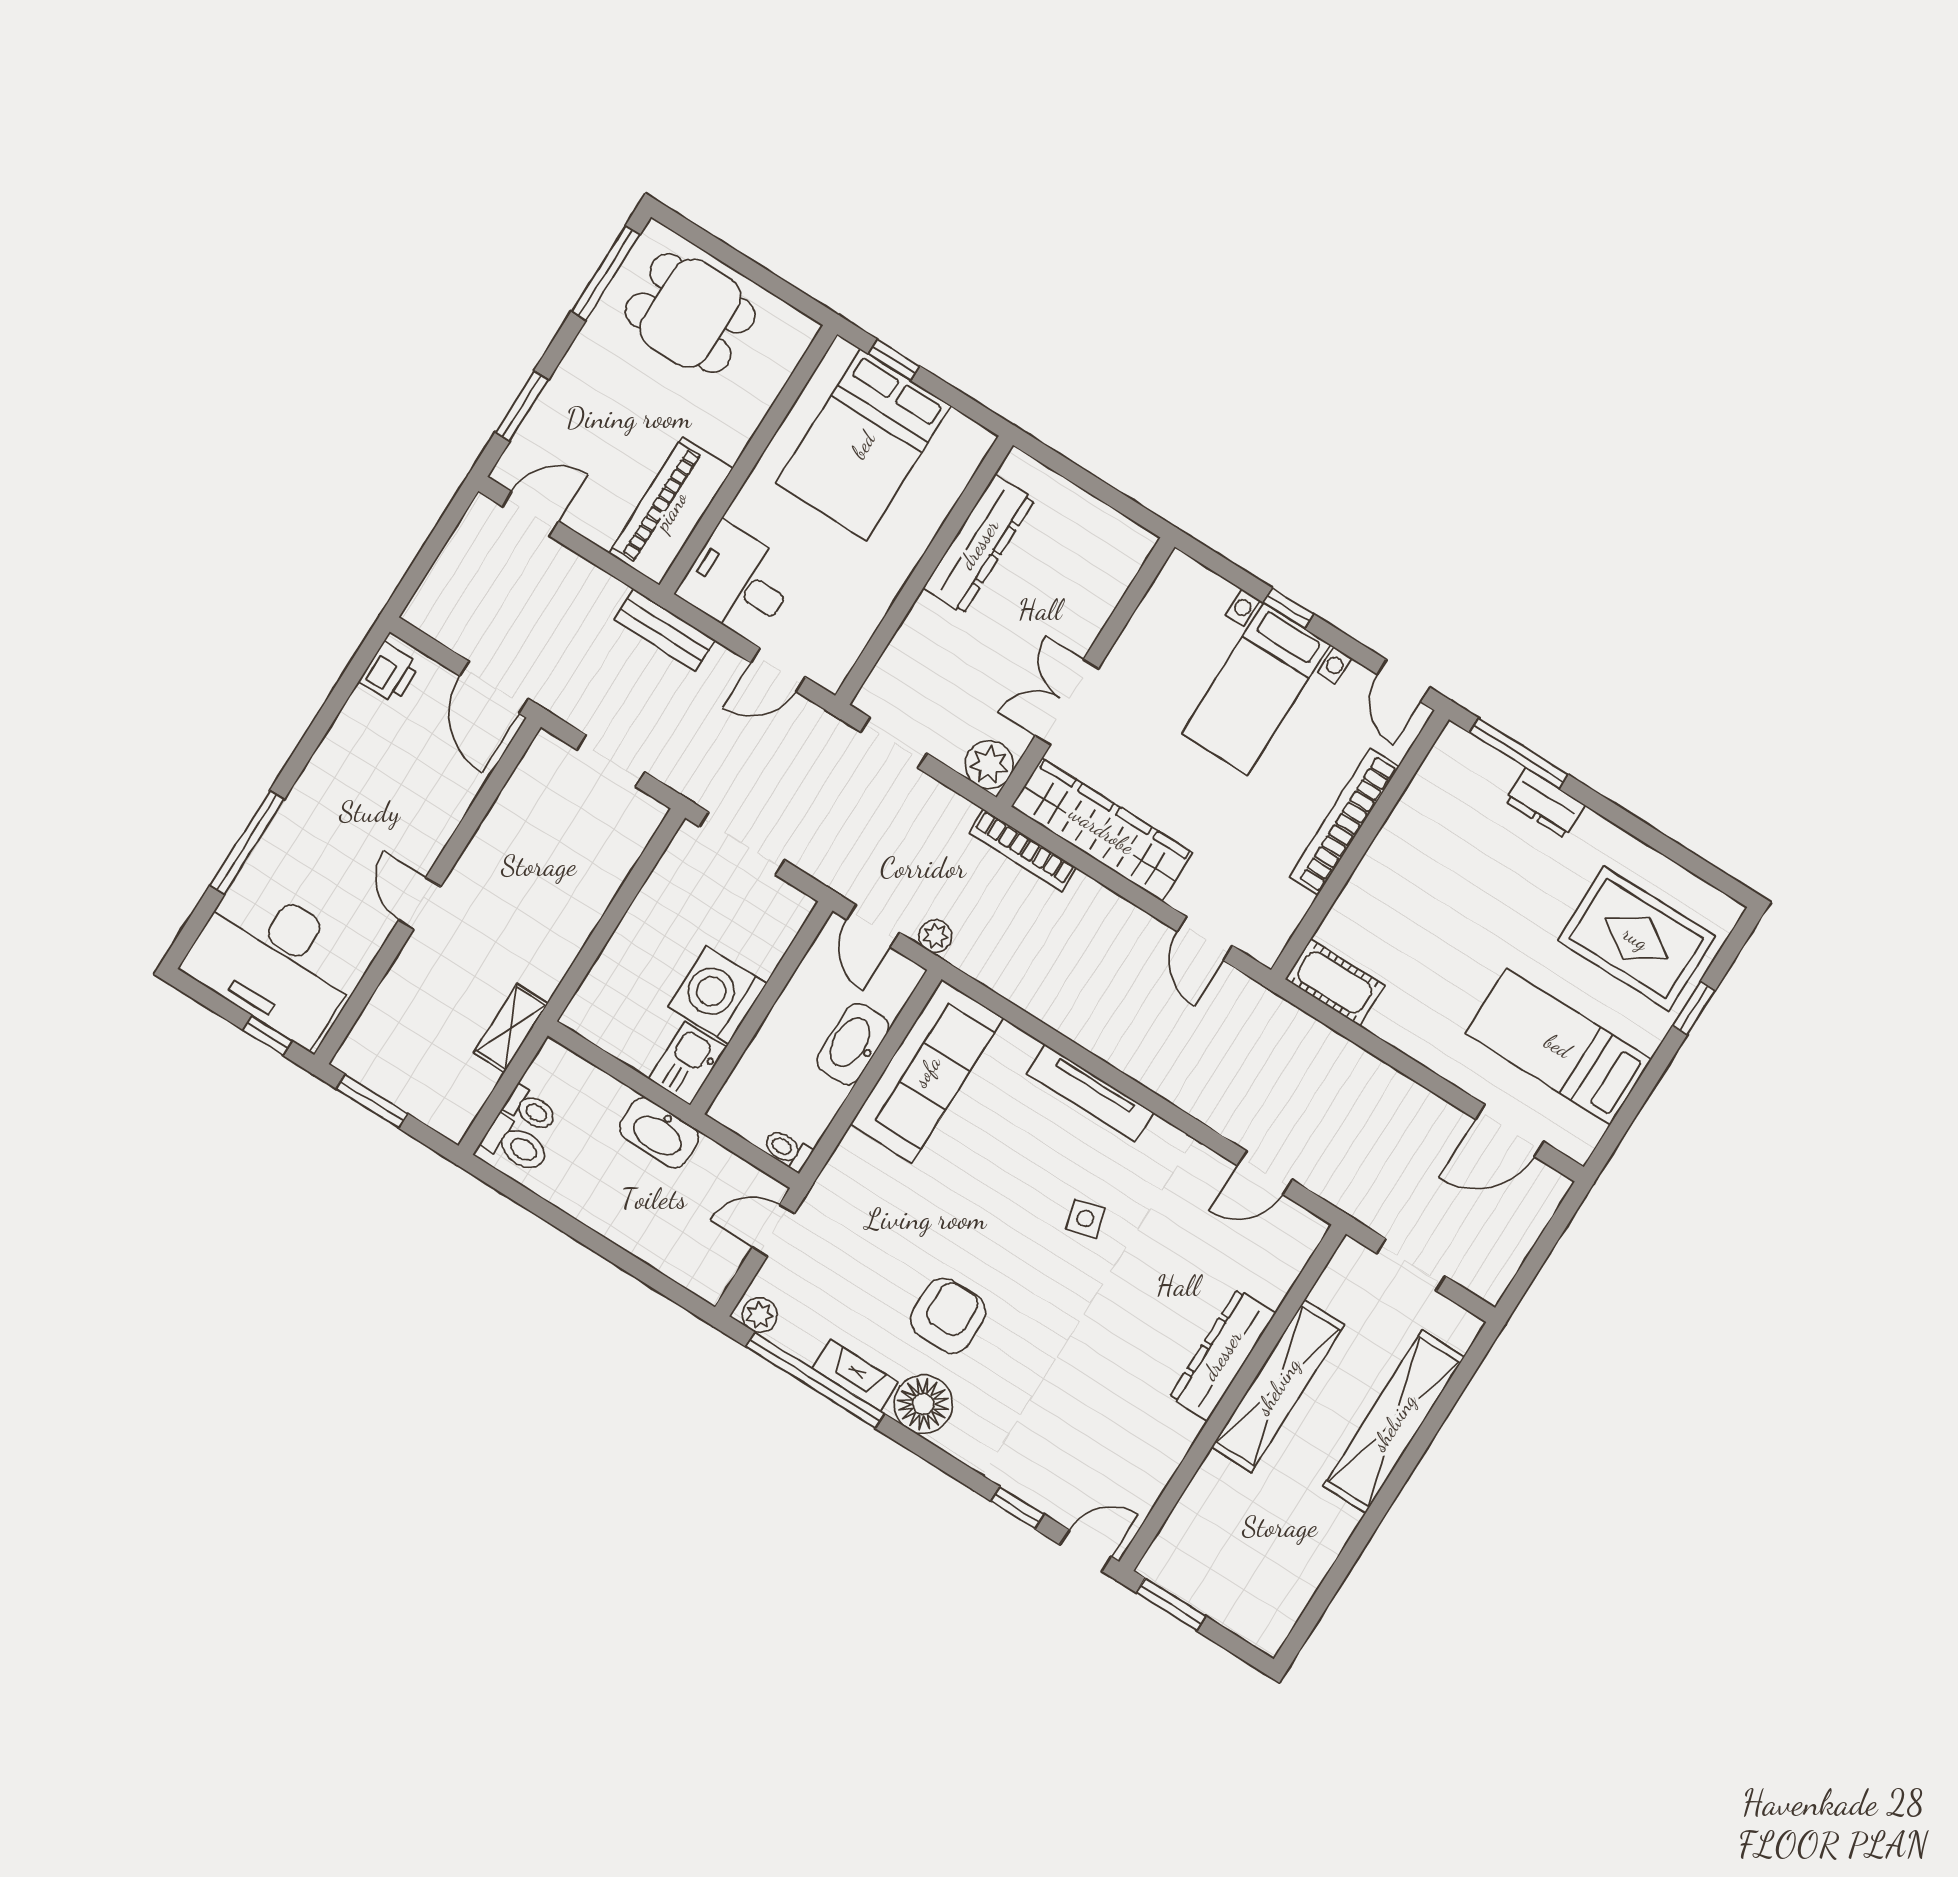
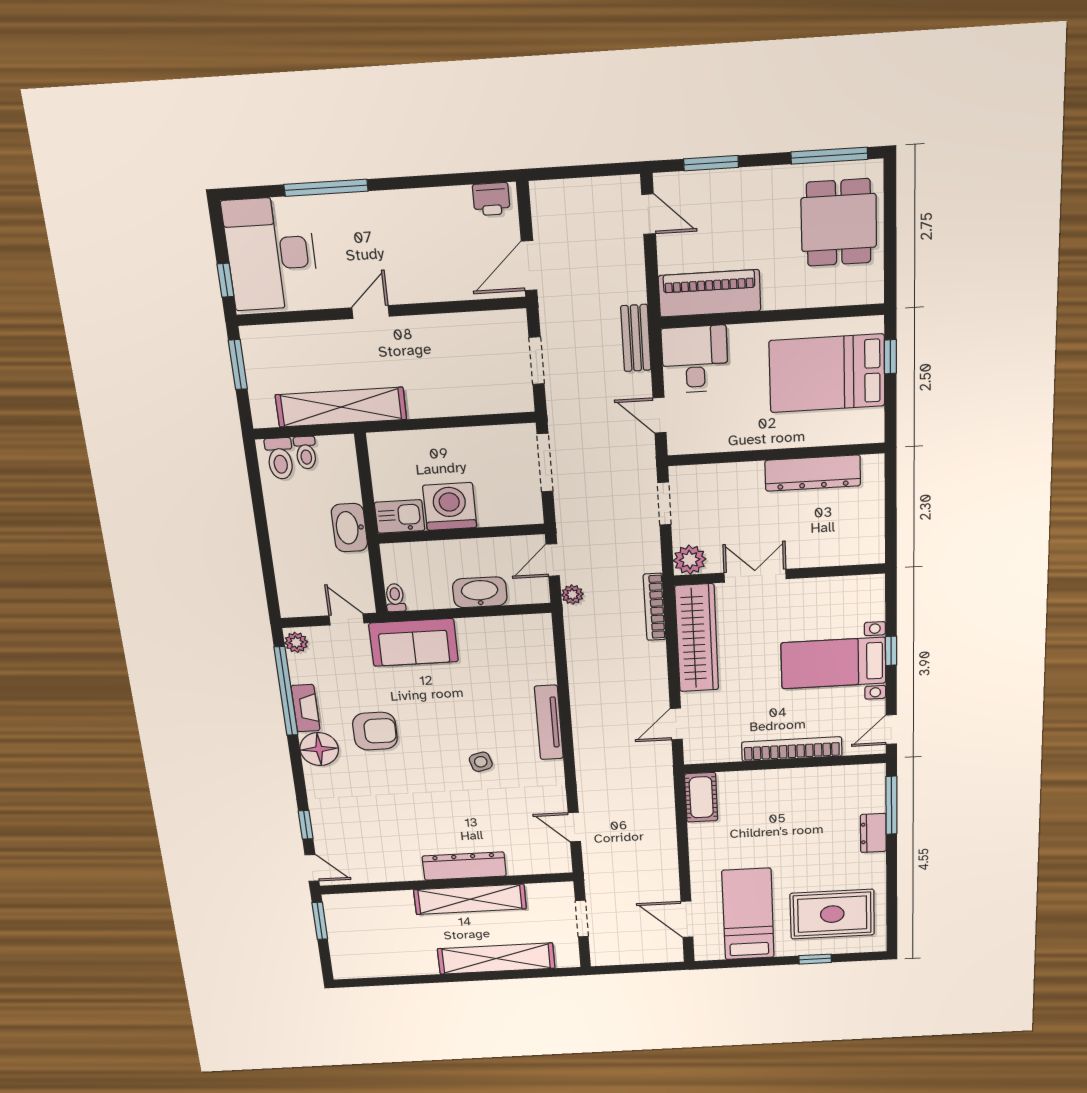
rug: (1636, 938) -> (832, 914), turned 90
shelving: (511, 1028) -> (341, 407), width x2.20, depth x1.33
sofa: (927, 1071) -> (414, 642), moved, width x0.73

